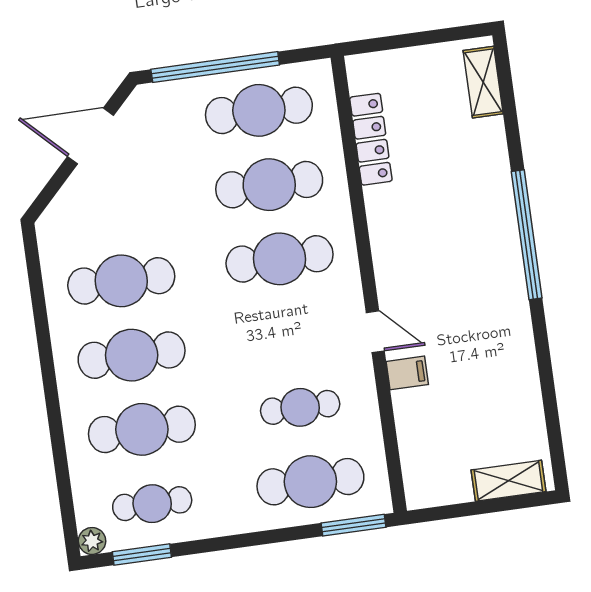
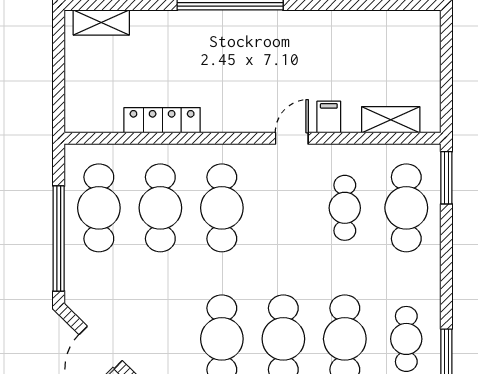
locker: (371, 139) -> (162, 120), moved
shelving: (508, 481) -> (391, 120), moved, turned 90

